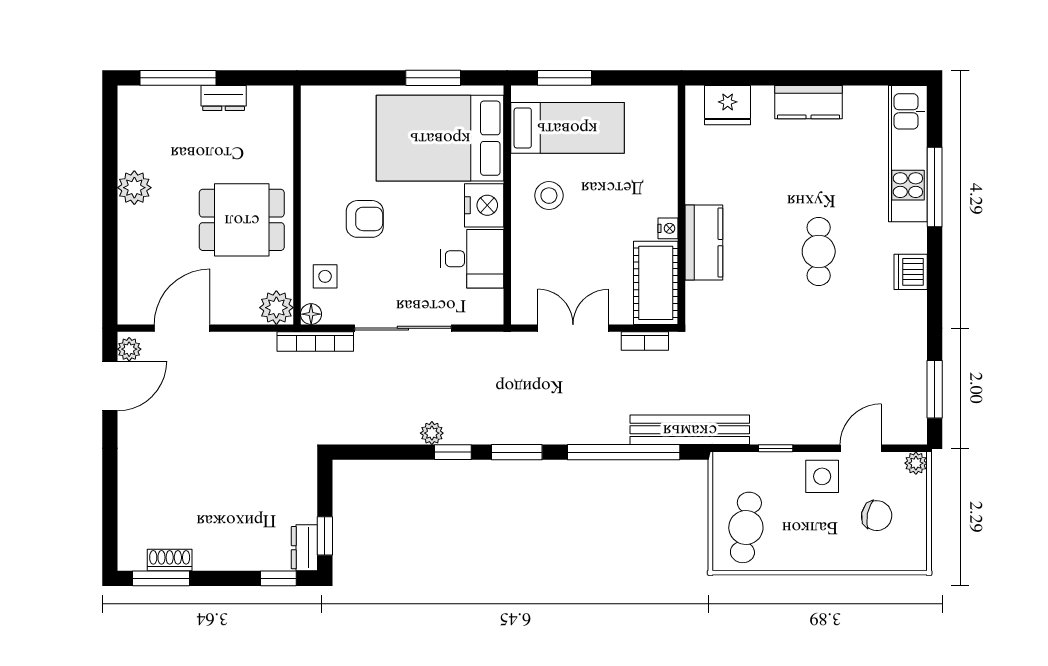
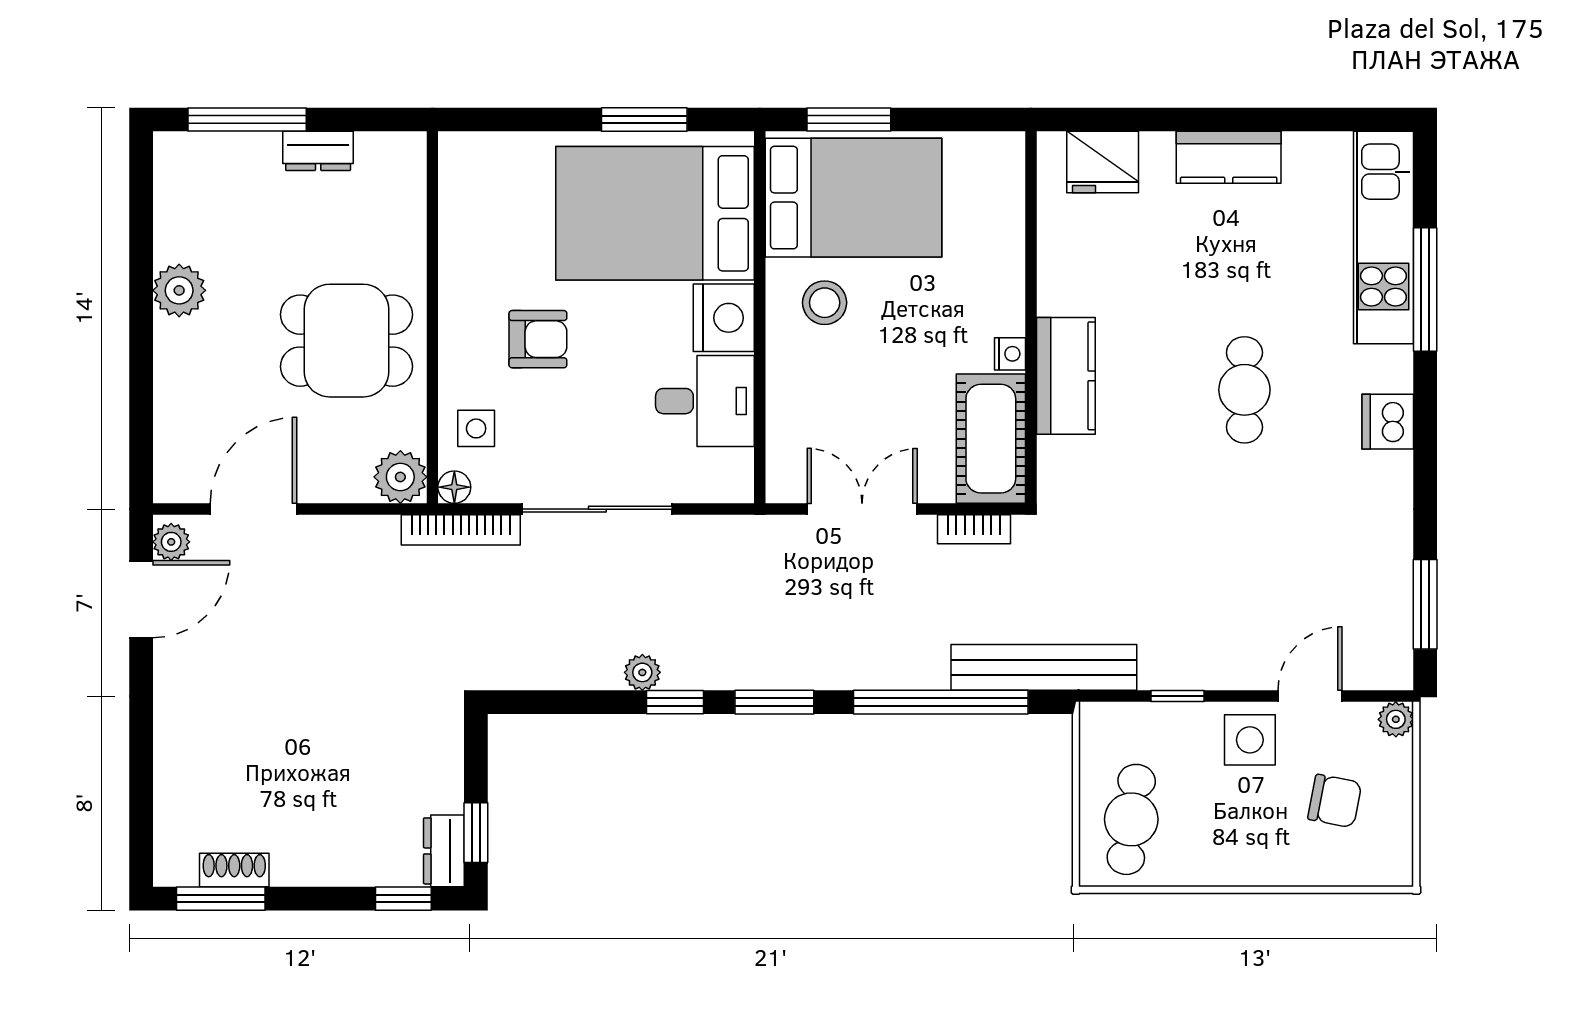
bed: (567, 128) -> (853, 198), width x1.50

